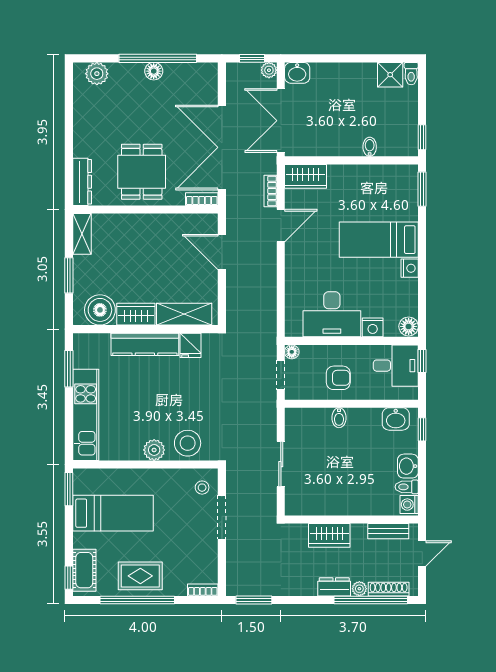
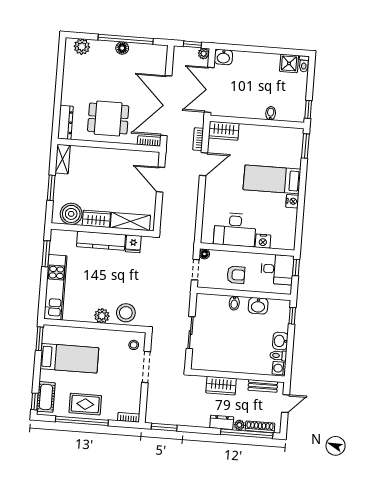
dining table: (142, 172) -> (108, 119), turned 90
floor lamp: (409, 326) -> (288, 242), removed
washbasin: (396, 419) -> (258, 306), moved

